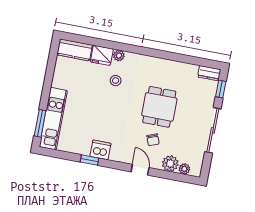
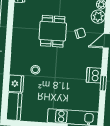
plant: (119, 56) -> (14, 70), removed
dining table: (159, 107) -> (53, 31), turned 90

